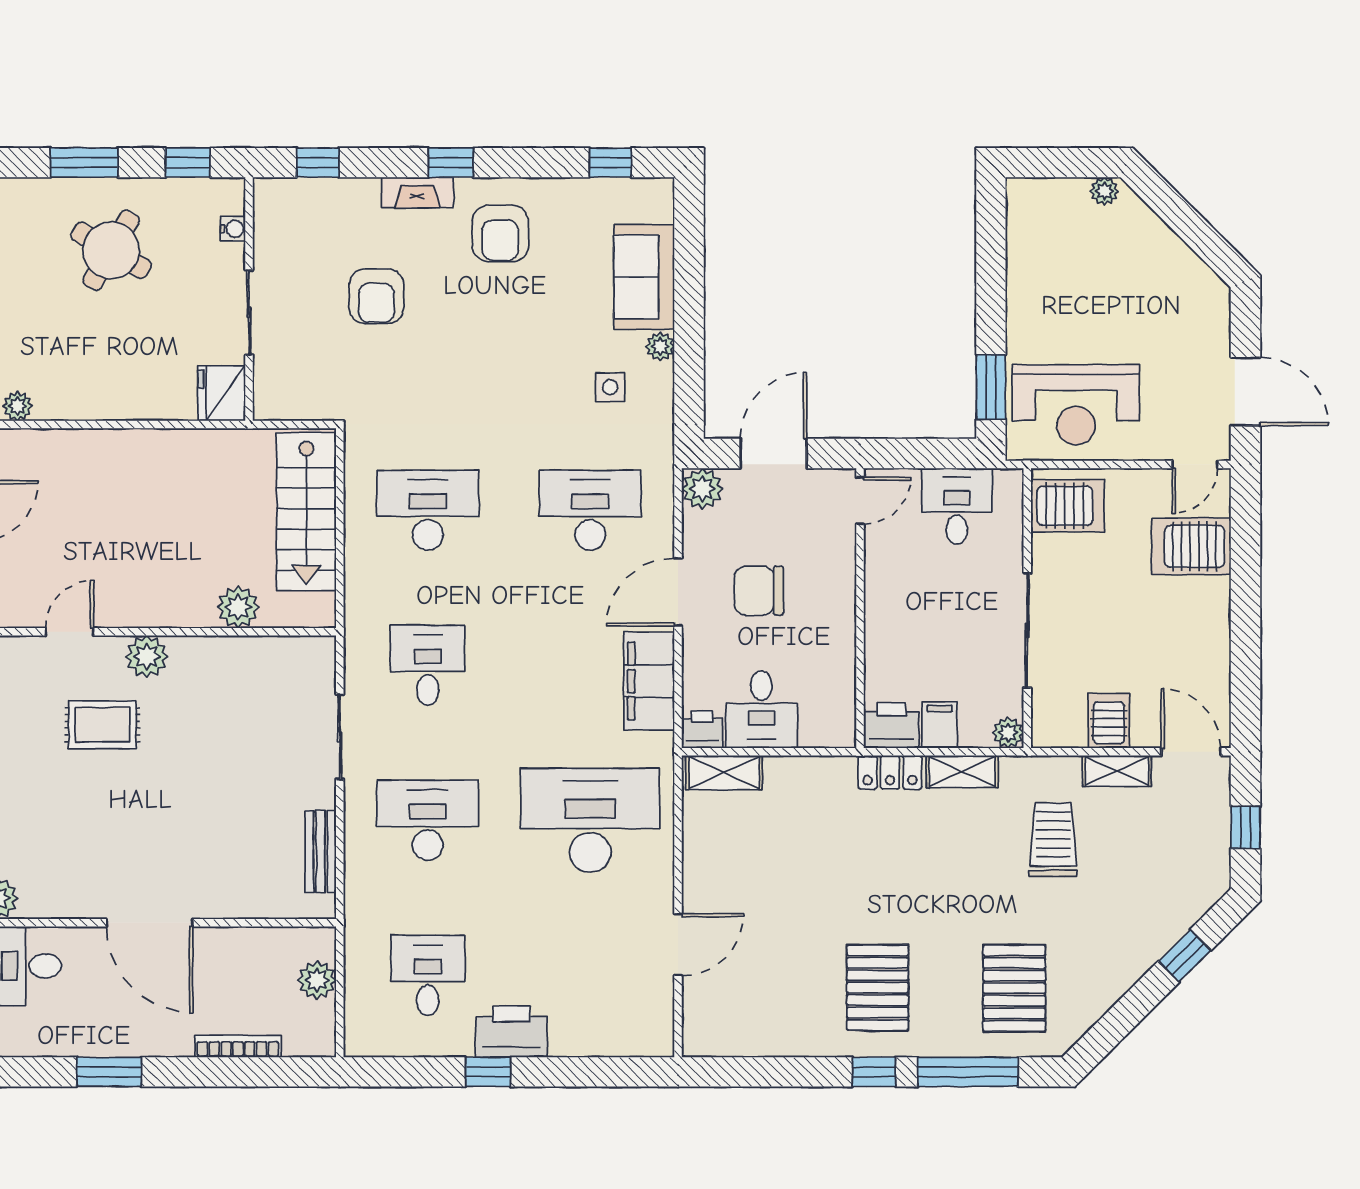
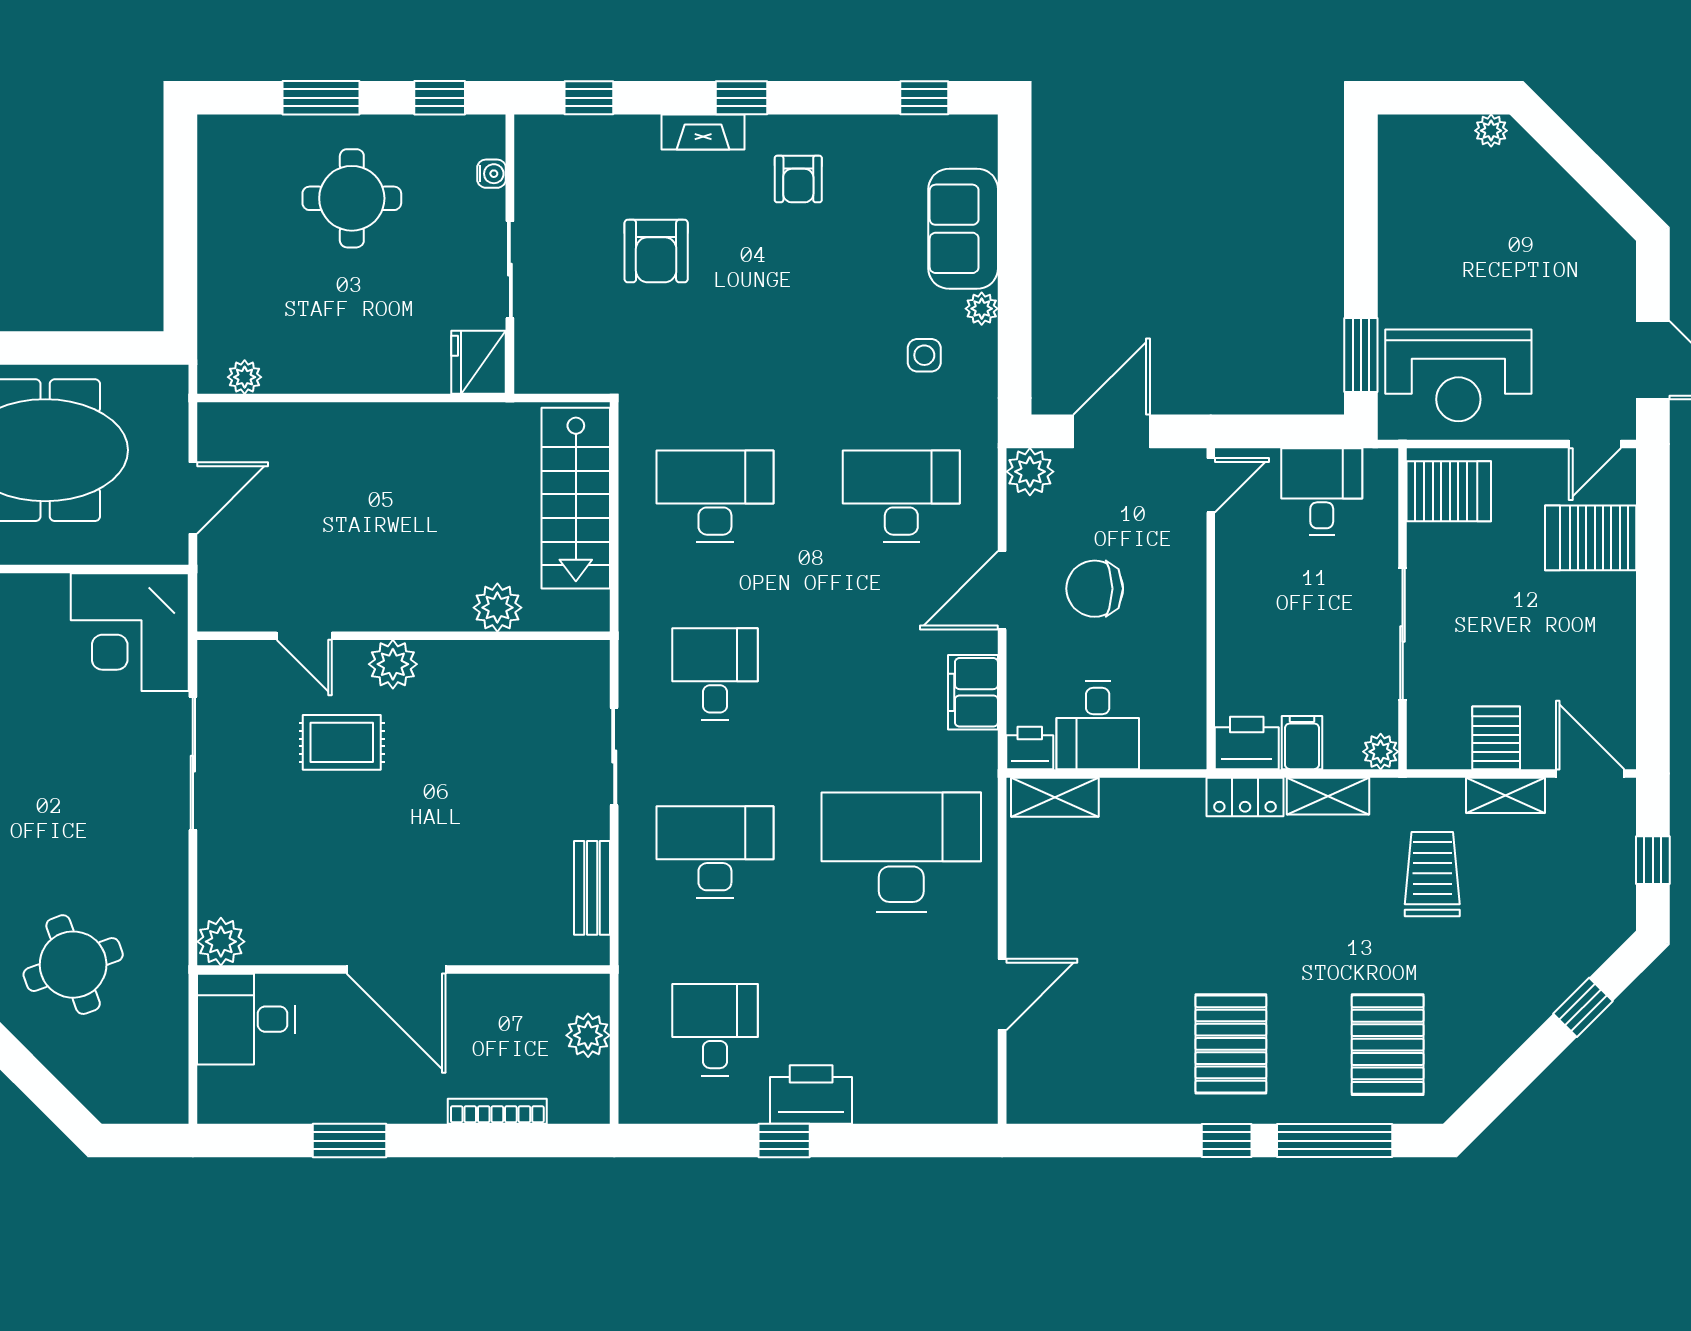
armchair: (500, 233) -> (798, 179), width x0.72, depth x0.72
round table: (111, 250) -> (352, 198), turned -30
door: (70, 632) -> (304, 636), swing flipped
filing cabinet: (649, 681) -> (973, 692), width x0.67, depth x0.86

